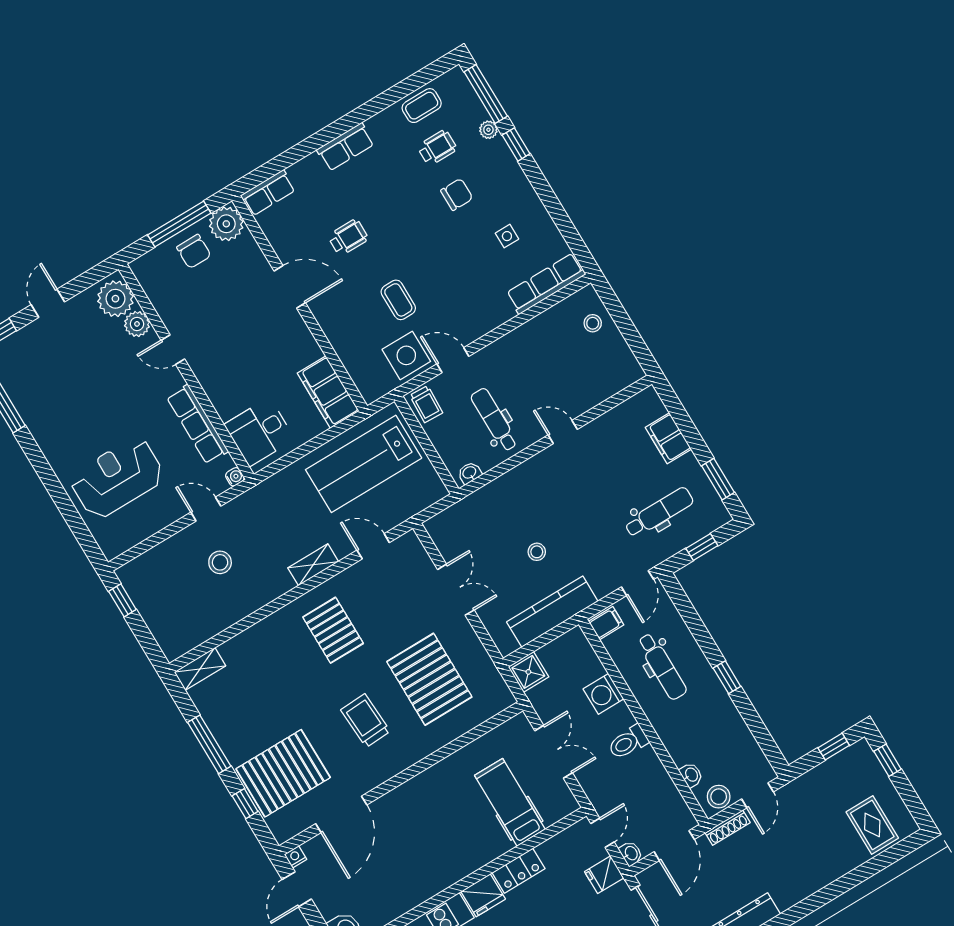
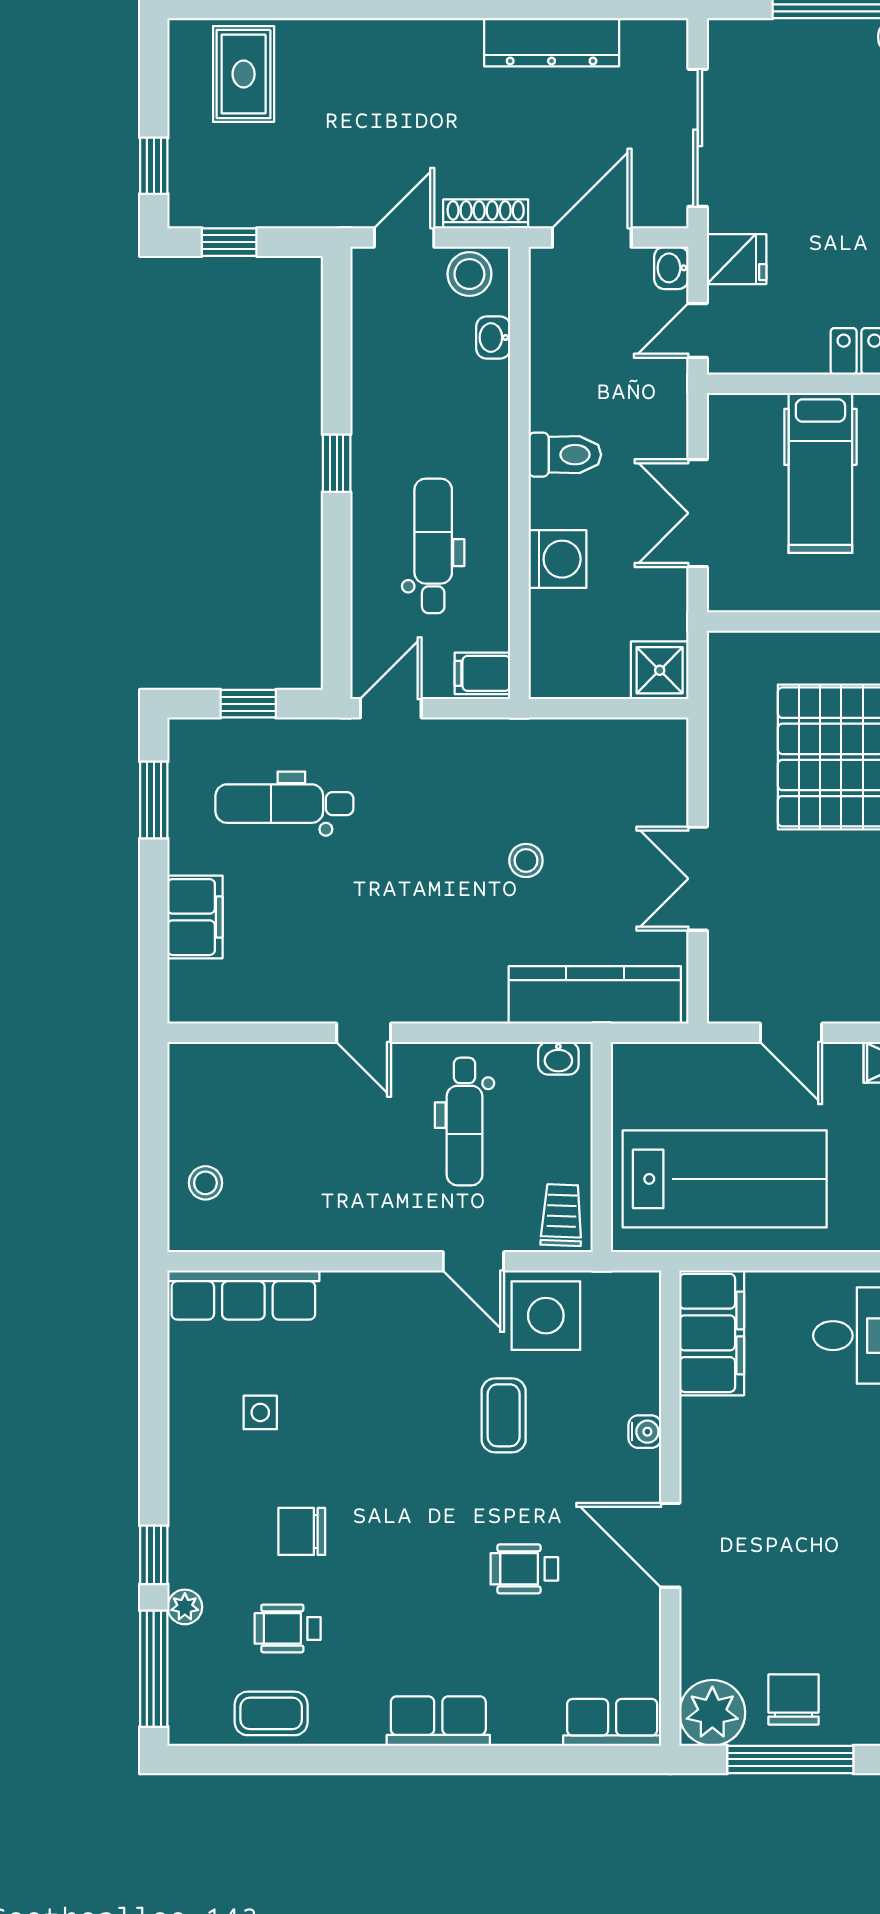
water cooler: (331, 330) -> (645, 1432), added
kitchen counter: (552, 612) -> (595, 995), moved, turned 180

